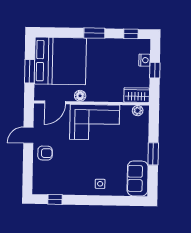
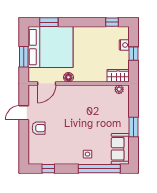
window: (94, 33) -> (49, 22), moved
corner sofa: (95, 122) -> (82, 100), removed
window: (113, 201) -> (99, 169), added

